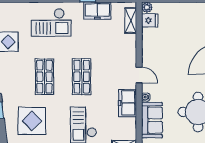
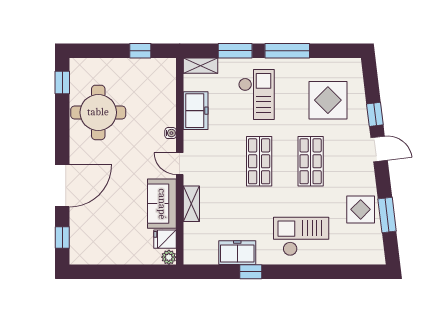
shelving: (131, 21) -> (191, 204), moved
freezer: (128, 103) -> (196, 111), moved
sofa: (152, 120) -> (162, 204), moved

